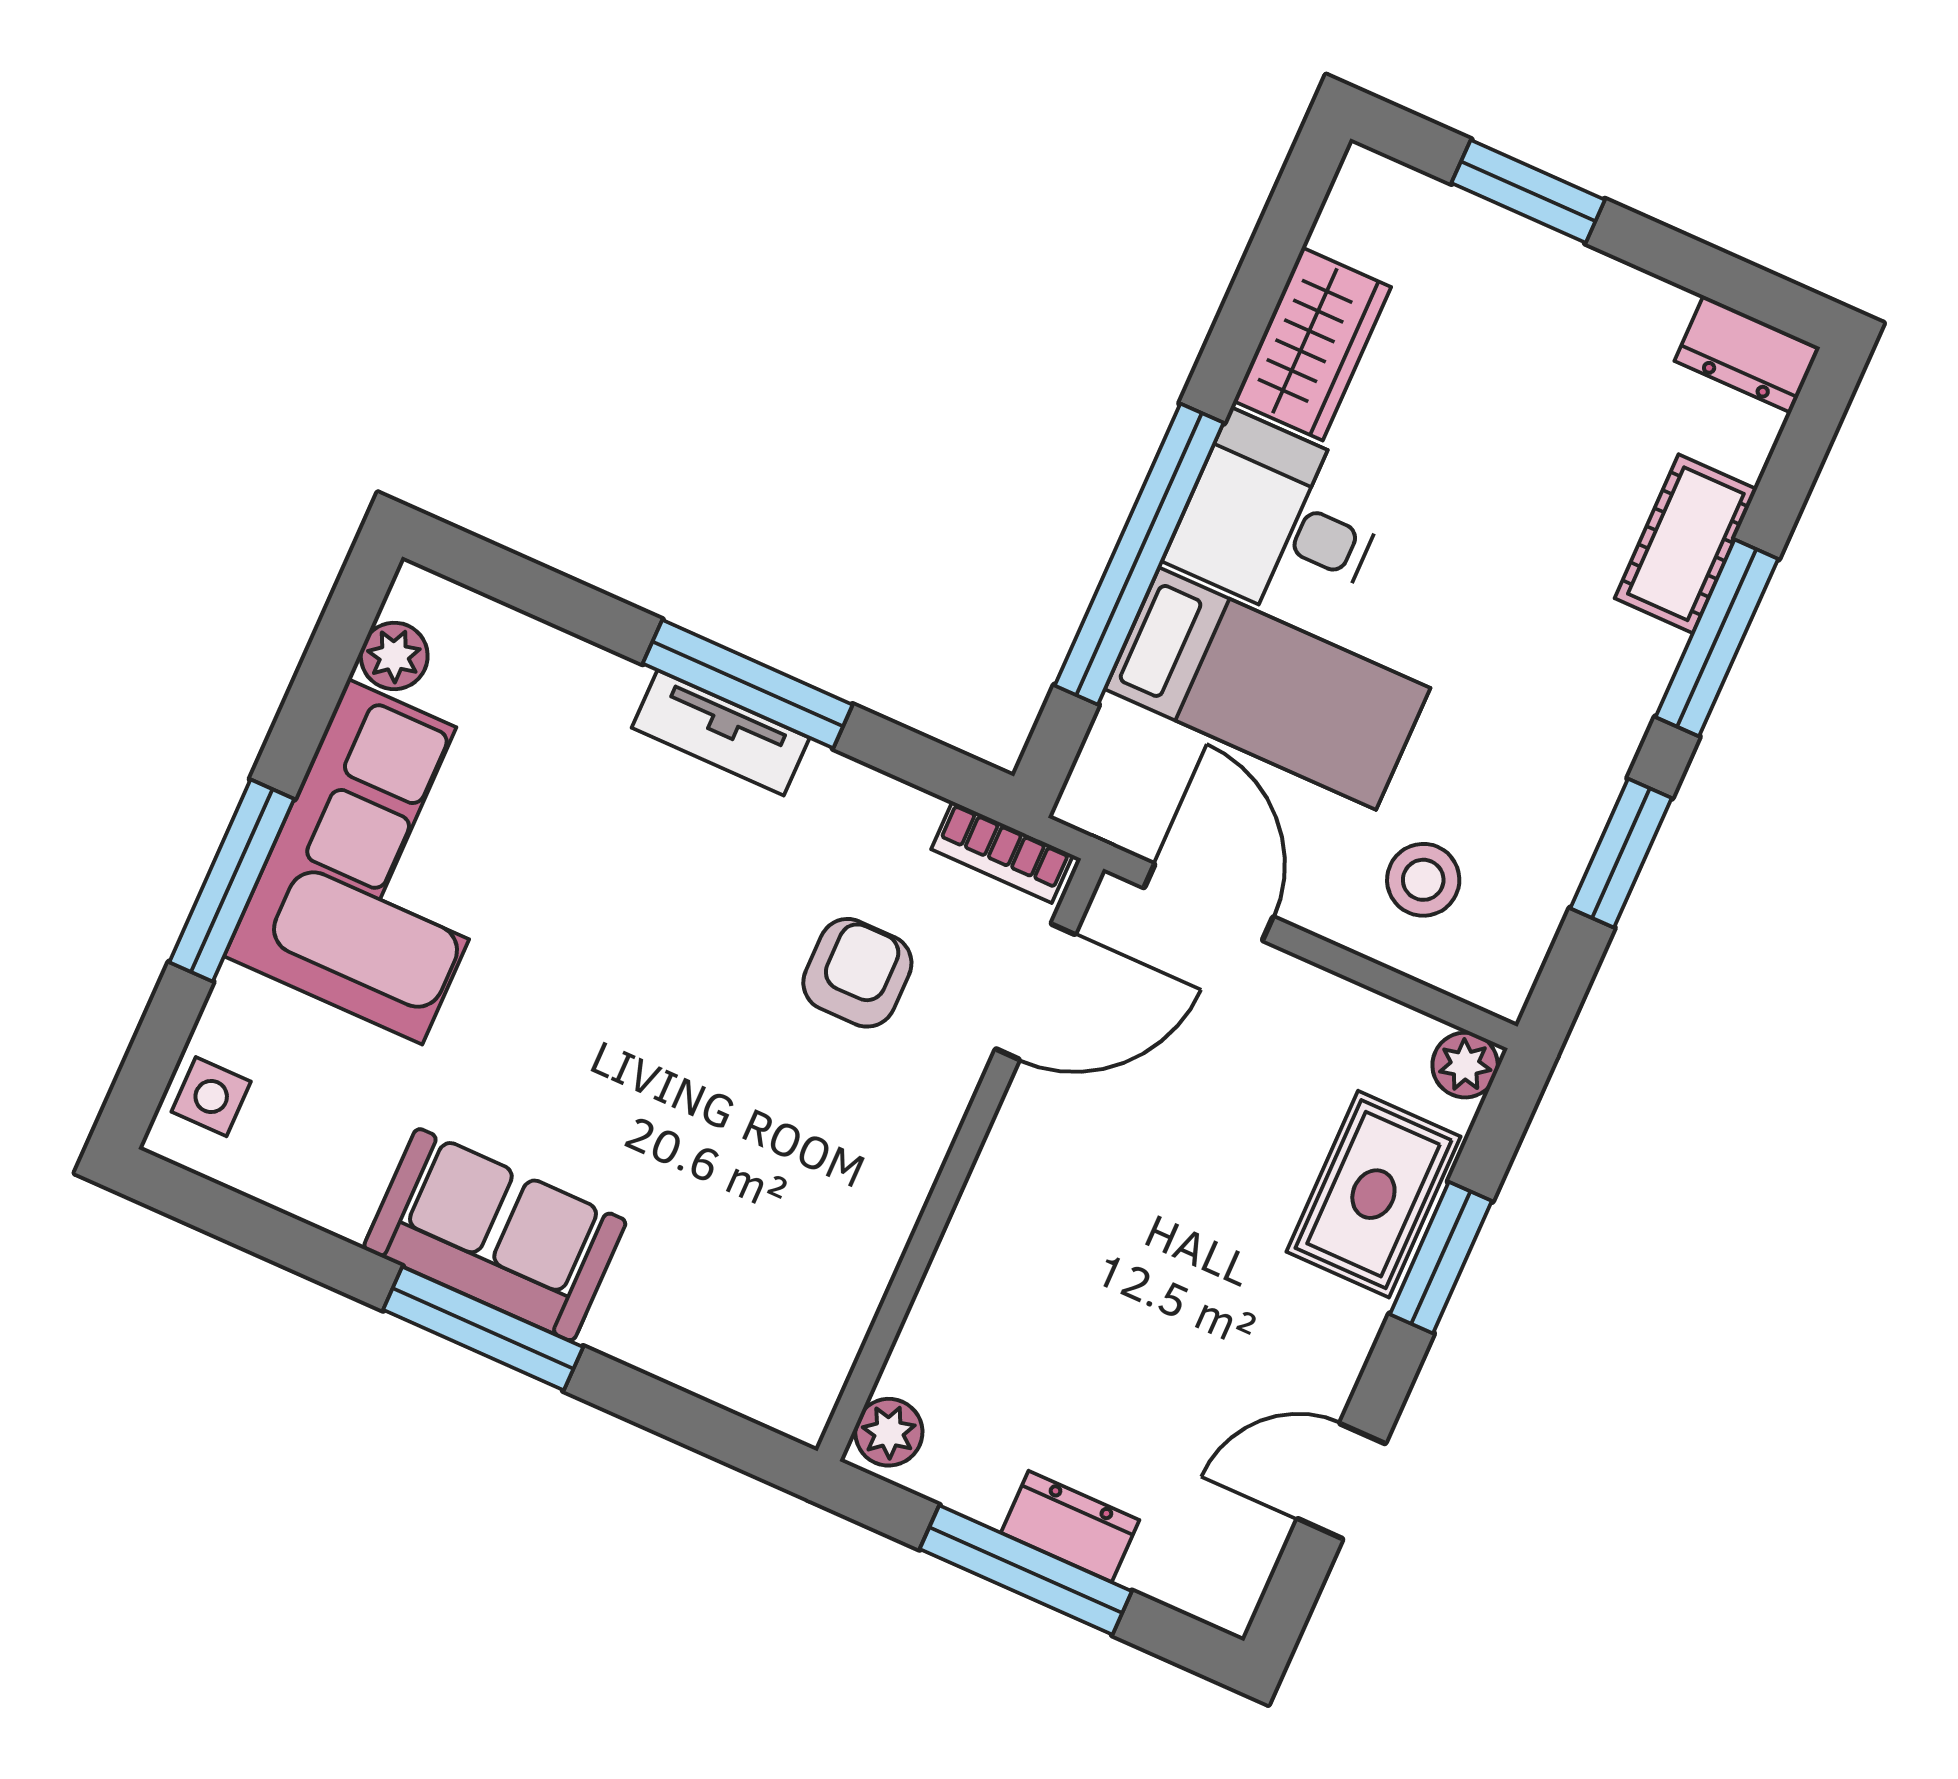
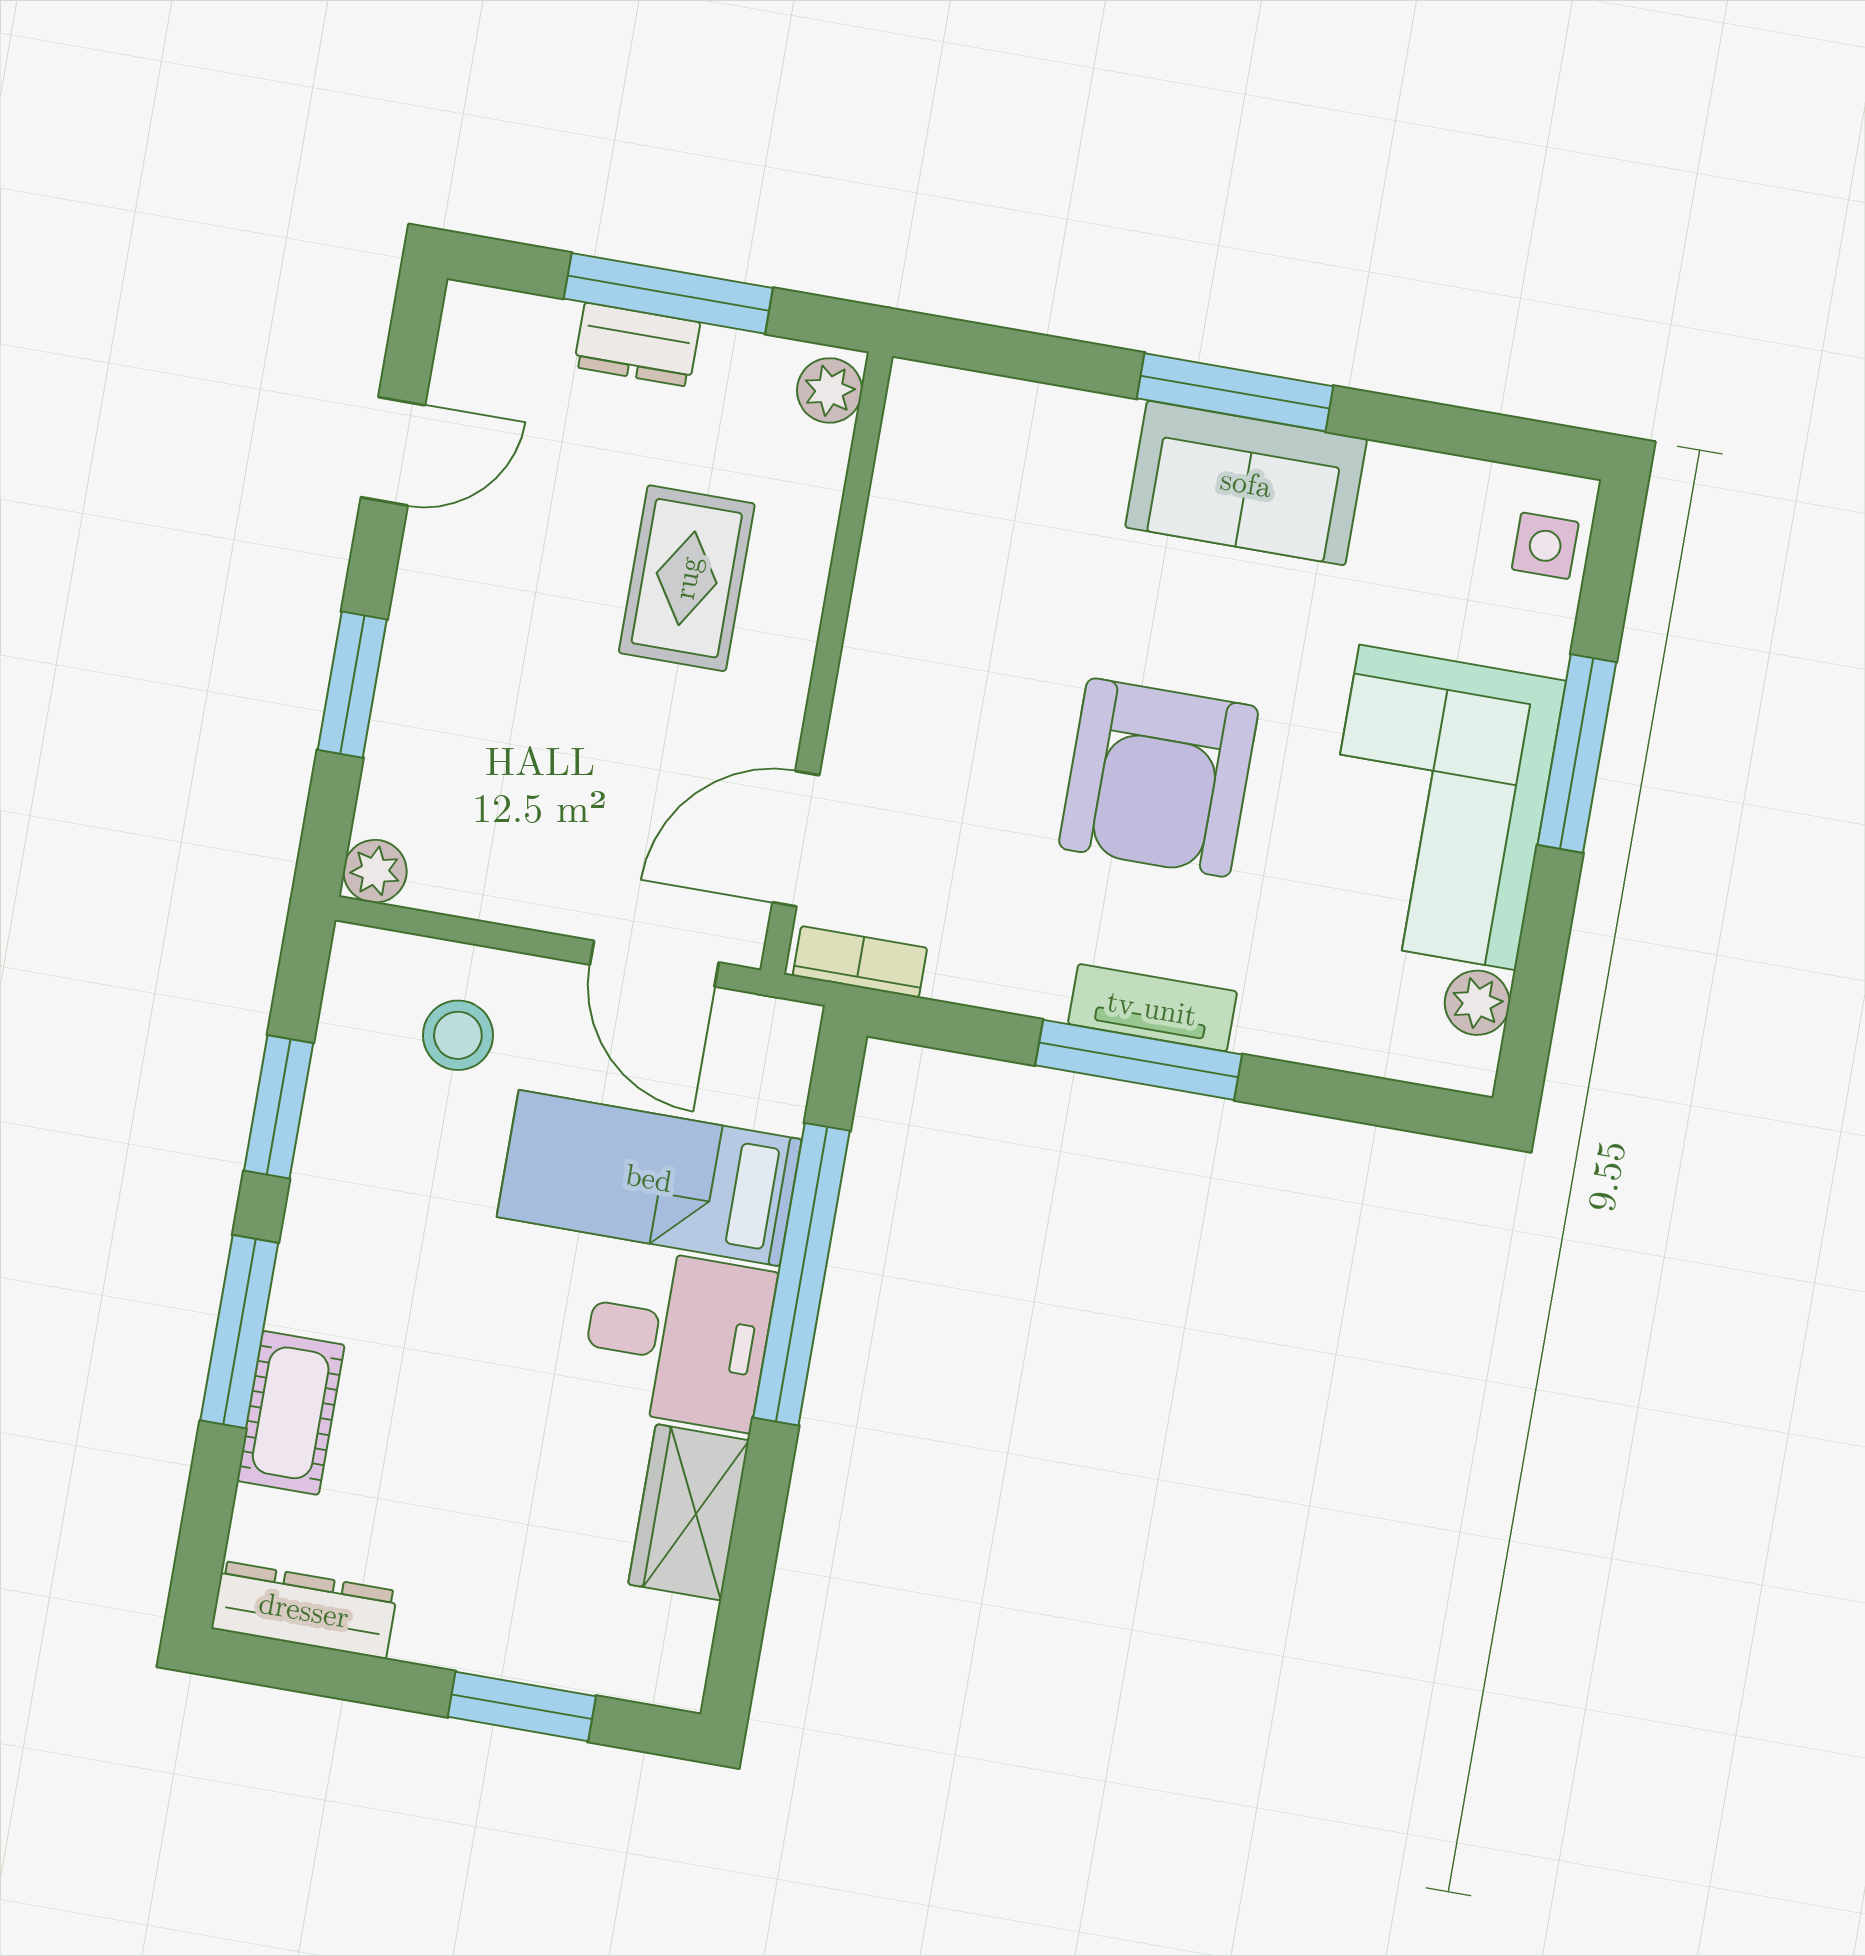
dresser: (1747, 354) -> (304, 1610), width x1.44
armchair: (857, 973) -> (1159, 778), moved, width x1.88, depth x1.88
rug: (1373, 1194) -> (687, 578), moved

